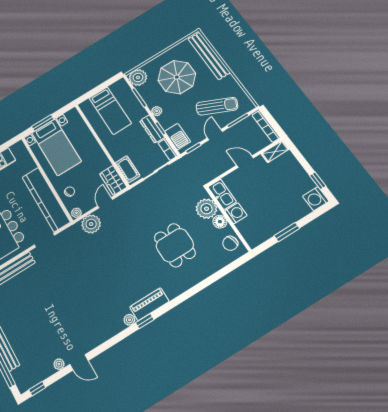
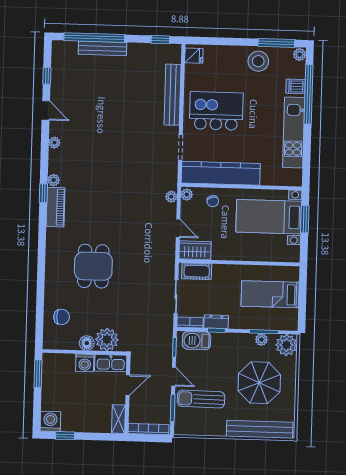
sun lounger: (217, 106) -> (201, 399), turned 66
plant: (157, 111) -> (261, 340), moved
dresser: (152, 129) -> (216, 322), width x0.70
kitchen sink: (222, 194) -> (111, 363), moved
plant: (206, 209) -> (107, 340), moved
washing machine: (236, 213) -> (85, 363), moved
wall: (228, 219) -> (85, 352), moved
floor lamp: (220, 222) -> (87, 343), moved
plant: (91, 224) -> (171, 197), width x0.53, depth x0.53
chair: (230, 243) -> (62, 317), turned 105
dining table: (175, 245) -> (93, 266), turned 90
door: (79, 362) -> (46, 110), swing flipped
plant: (59, 364) -> (54, 143), moved
window: (37, 389) -> (47, 76), moved

